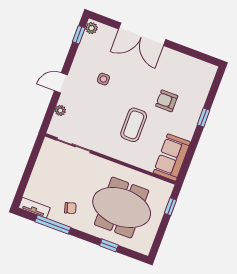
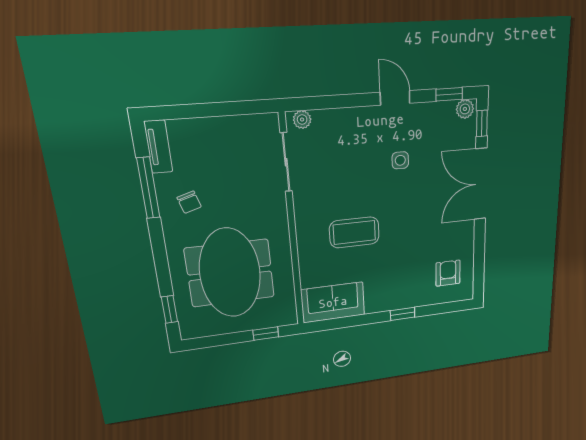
window: (105, 20) -> (482, 123), added
door: (61, 83) -> (395, 98), moved
armchair: (167, 101) -> (448, 273), moved
plant: (60, 110) -> (302, 120), moved
window: (109, 245) -> (169, 309), moved

